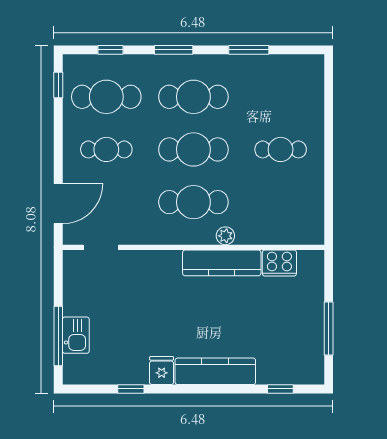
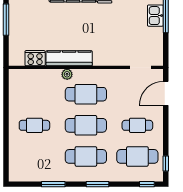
window: (111, 50) -> (147, 184), moved

